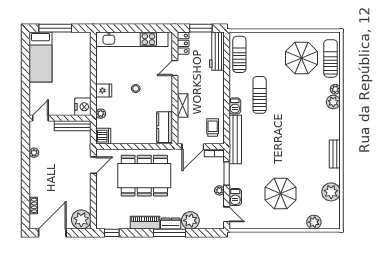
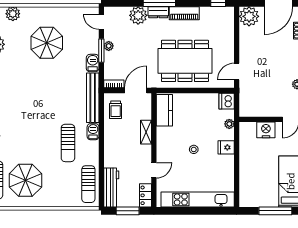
nightstand: (83, 107) -> (266, 130), moved, turned 90
bench: (73, 126) -> (258, 112), removed
window: (227, 174) -> (101, 51), moved
barbecue: (235, 197) -> (93, 63), moved

